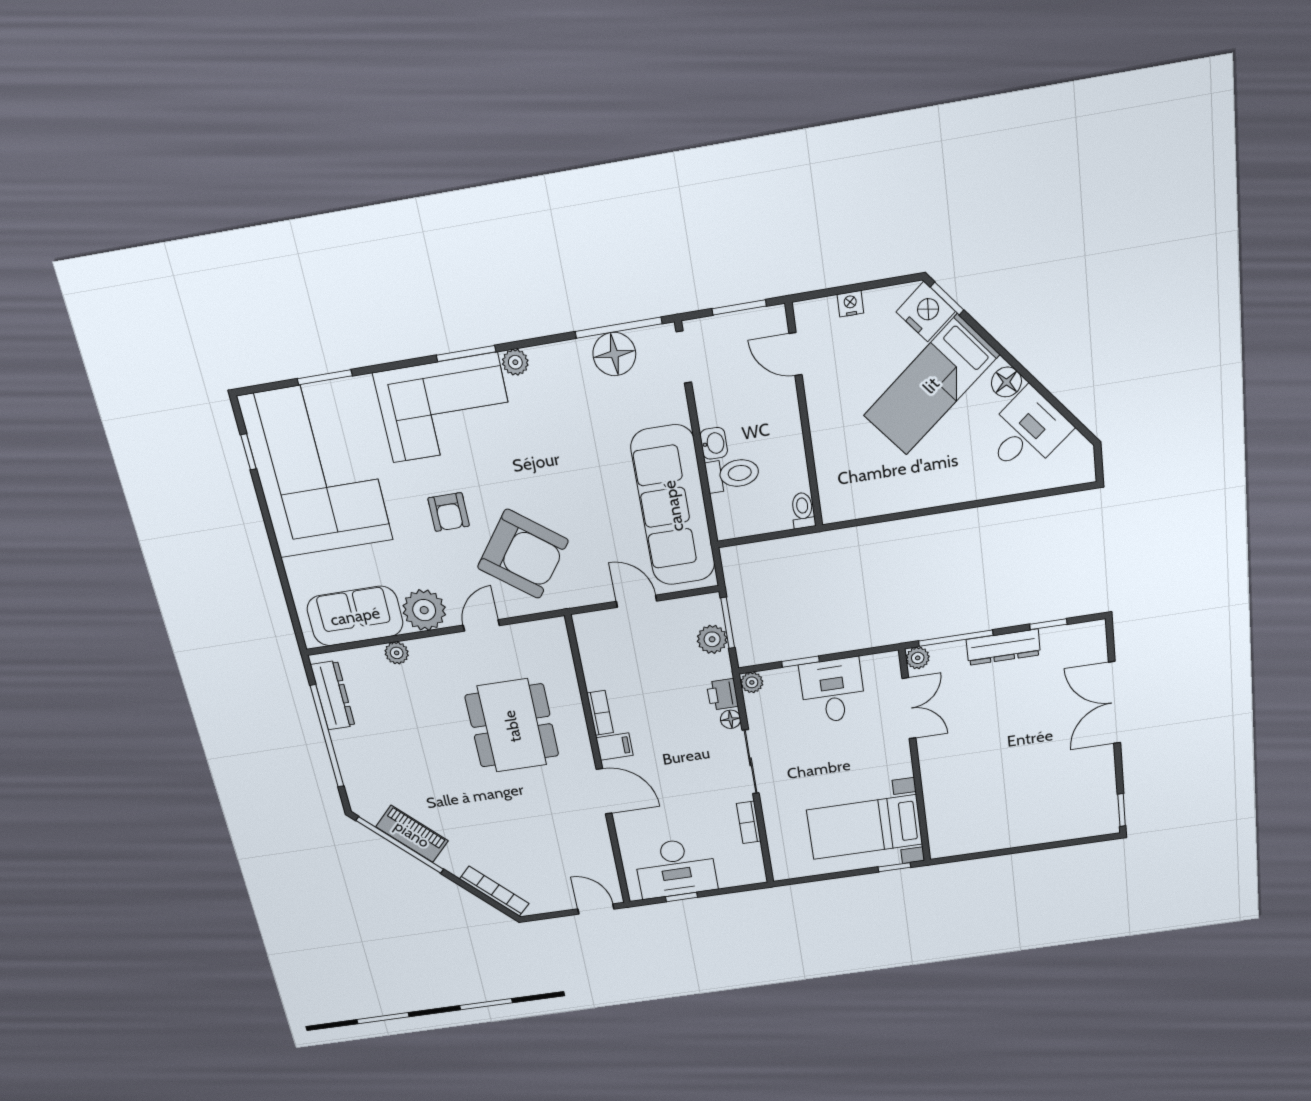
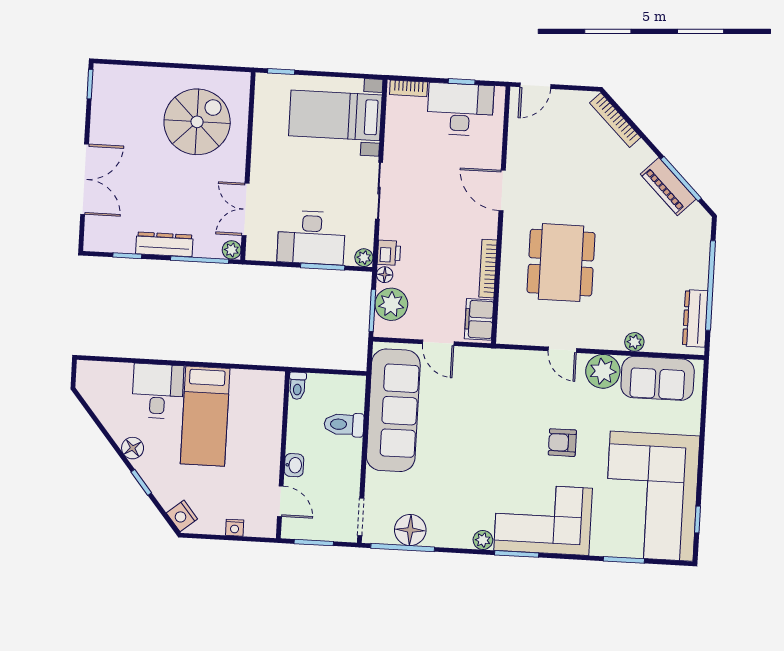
window: (947, 299) -> (141, 482), moved
nightstand: (926, 312) -> (182, 516), width x0.74, depth x0.75
bed: (931, 385) -> (205, 416), moved, turned 129
desk: (1026, 432) -> (158, 391), moved, turned 129
washbasin: (714, 443) -> (294, 465), moved, turned 180
armchair: (449, 512) -> (562, 443), turned -90
armchair: (523, 554) -> (515, 399), removed
door: (481, 625) -> (562, 350), hinge flipped
plant: (712, 639) -> (391, 304), width x1.36, depth x1.36
window: (801, 662) -> (323, 267), width x1.50
desk: (833, 691) -> (311, 238), width x1.37
bookcase: (600, 713) -> (488, 269), width x1.56
floor lamp: (731, 719) -> (385, 275), moved
filing cabinet: (615, 747) -> (479, 319), moved, width x2.00
spiral stairs: (985, 794) -> (197, 122), added
bookcase: (749, 822) -> (409, 88), moved, turned 90
bed with nightstands: (865, 827) -> (335, 115), moved, turned 180
window: (400, 845) -> (681, 179), width x0.68
door: (596, 909) -> (535, 86), hinge flipped

